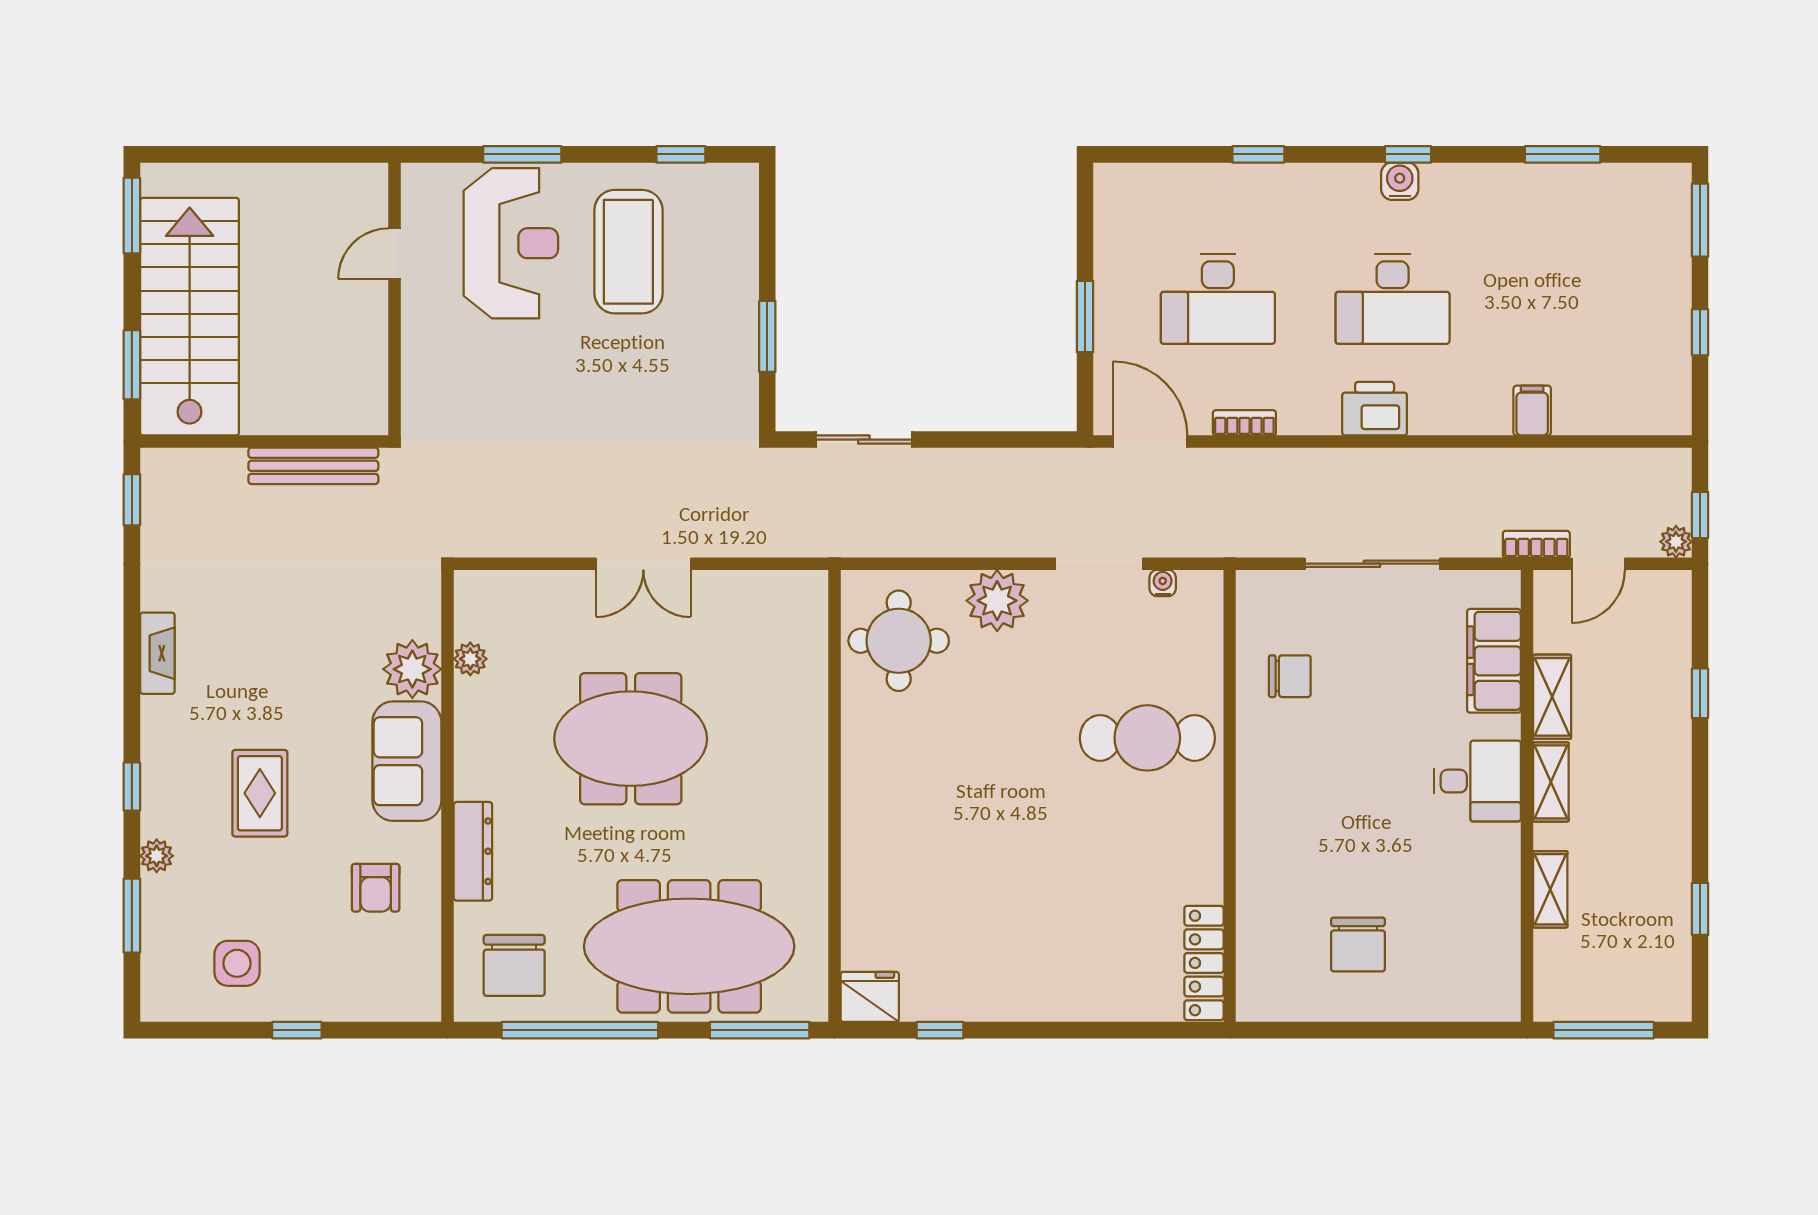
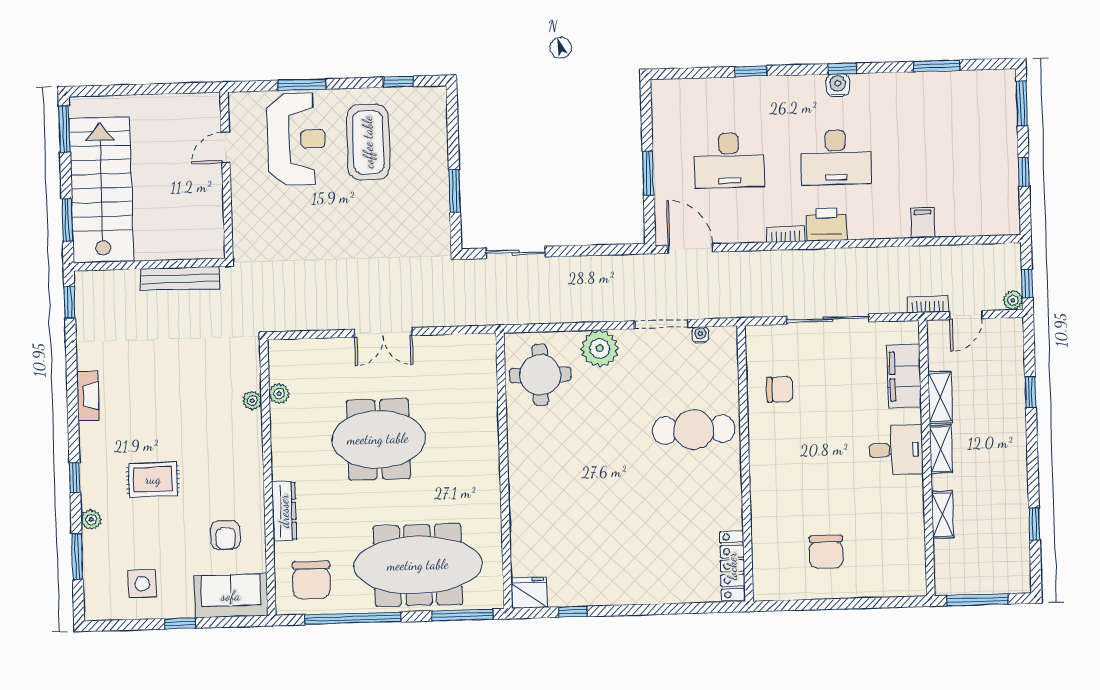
bookcase: (1244, 423) -> (786, 234), moved
plant: (412, 669) -> (252, 401), width x0.53, depth x0.53
sofa: (407, 761) -> (231, 596), moved, turned 90
rug: (260, 793) -> (153, 479), turned 90

